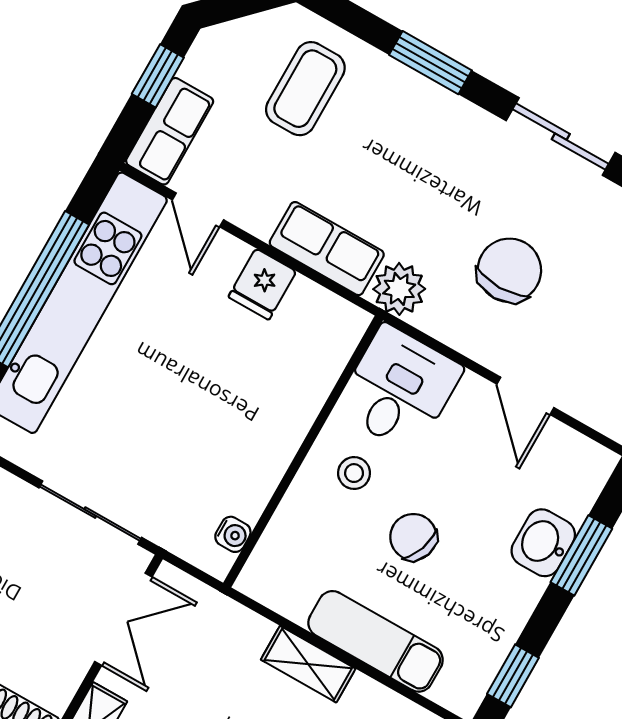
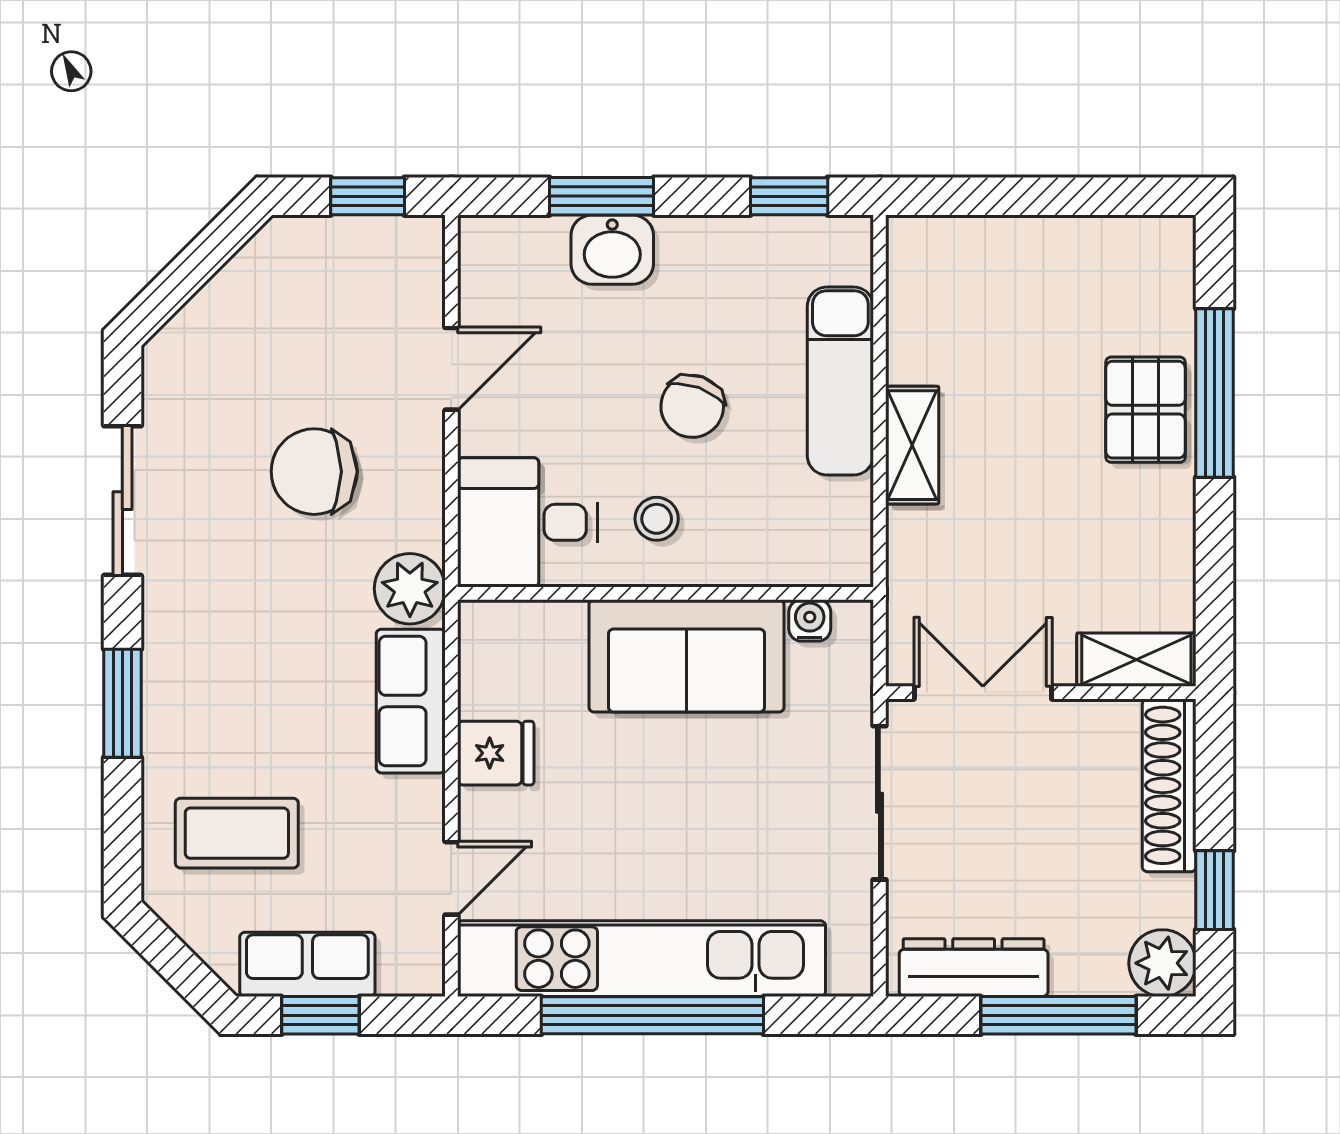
row of seats: (170, 131) -> (307, 964), moved
sofa: (255, 442) -> (686, 656), added

